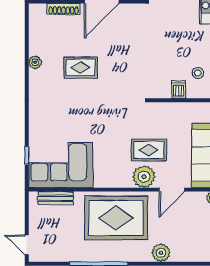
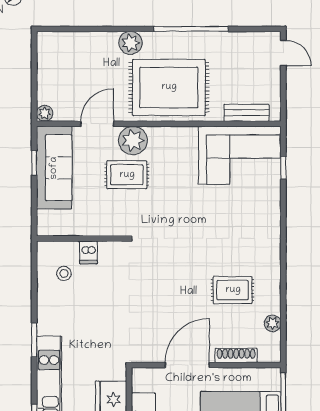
plant: (35, 62) -> (273, 323), moved
rug: (81, 67) -> (233, 290), moved
plant: (161, 253) -> (130, 43), moved

